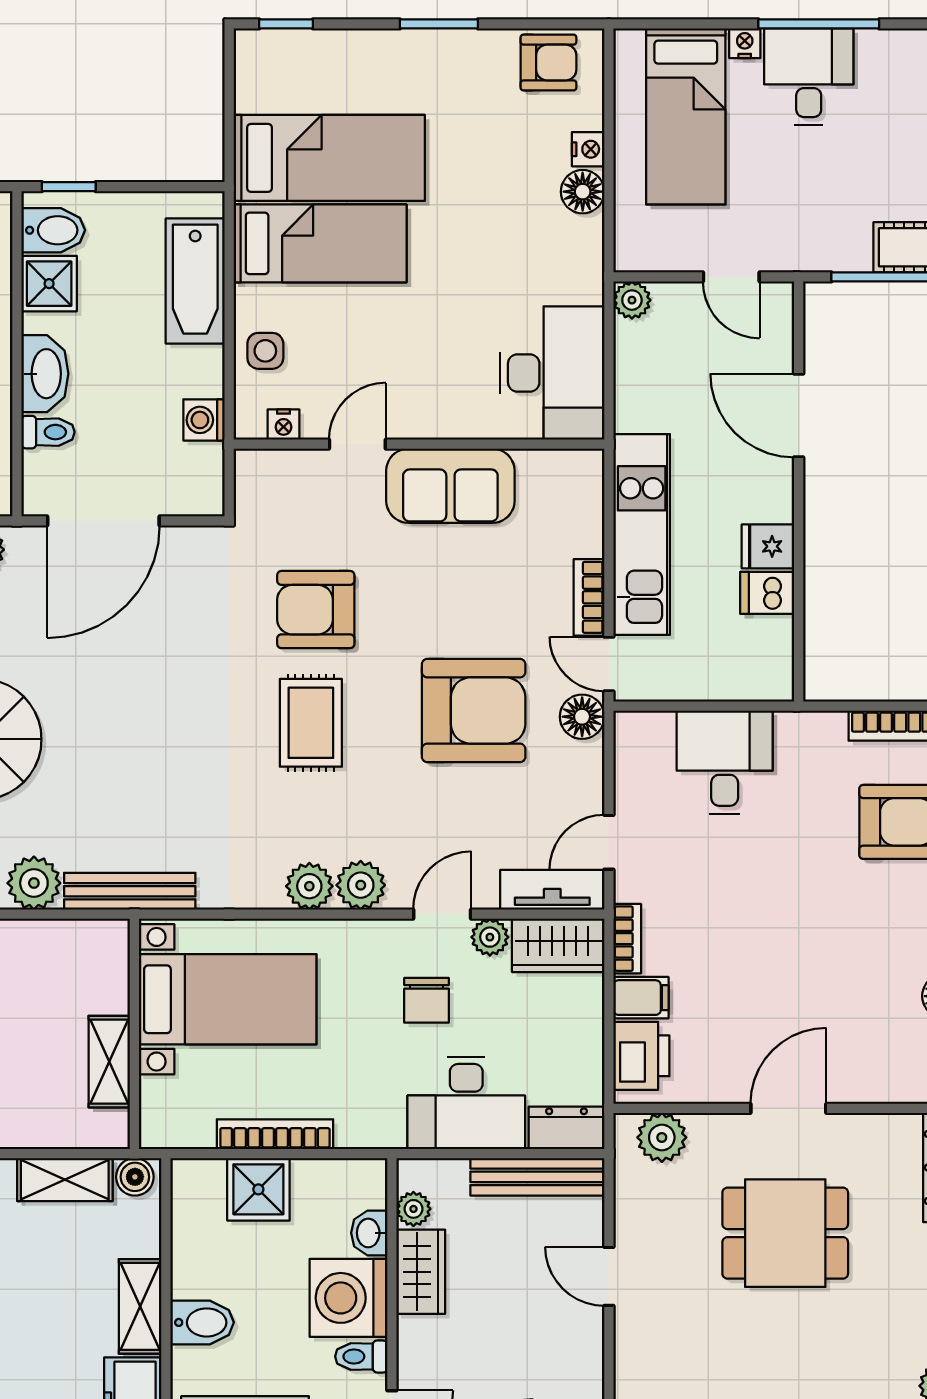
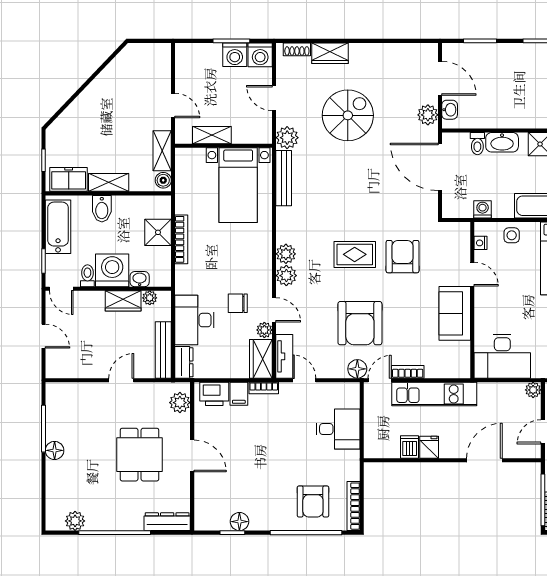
bed with nightstands: (228, 999) -> (238, 185), moved
wall: (134, 1034) -> (224, 146), moved
shelving: (109, 1062) -> (212, 135), moved

